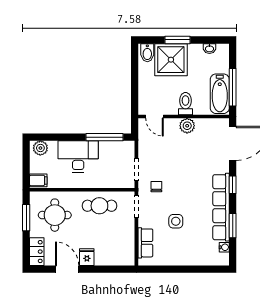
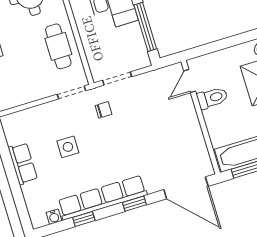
toilet: (185, 104) -> (212, 98), moved
plant: (187, 126) -> (191, 125), removed
window: (233, 226) -> (84, 219), width x0.67
row of seats: (145, 243) -> (23, 164), moved, turned -90

